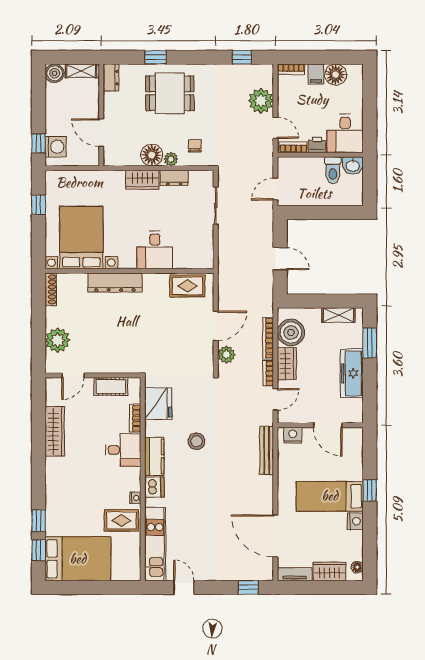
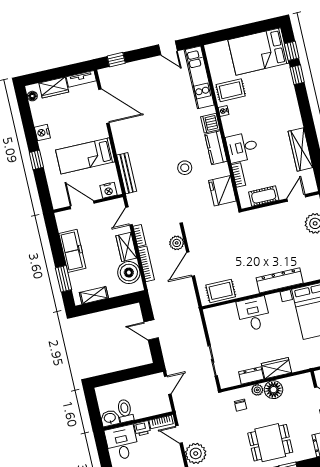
bed: (330, 496) -> (85, 156), moved, turned 180

